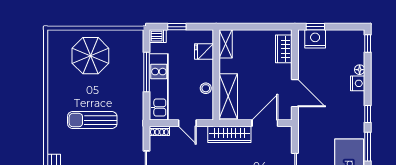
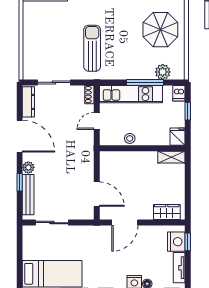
tv unit: (343, 36) -> (179, 268), added
fridge: (204, 51) -> (178, 137), moved
plant: (135, 53) -> (163, 72), added
shelving: (228, 96) -> (122, 160), removed
sun lounger: (92, 120) -> (92, 48), moved
wardrobe: (229, 134) -> (86, 161), removed

